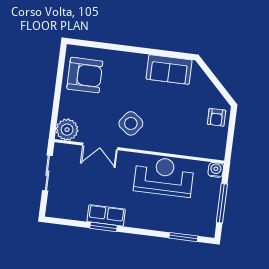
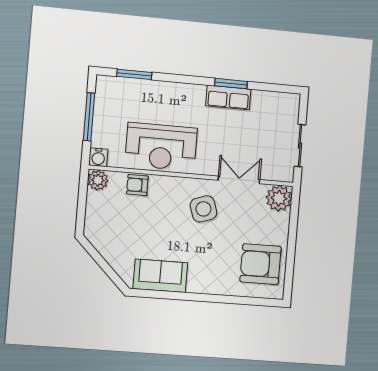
armchair: (217, 117) -> (137, 185), moved, turned -90
side table: (131, 123) -> (203, 209), turned 34
plant: (217, 151) -> (98, 180), added

